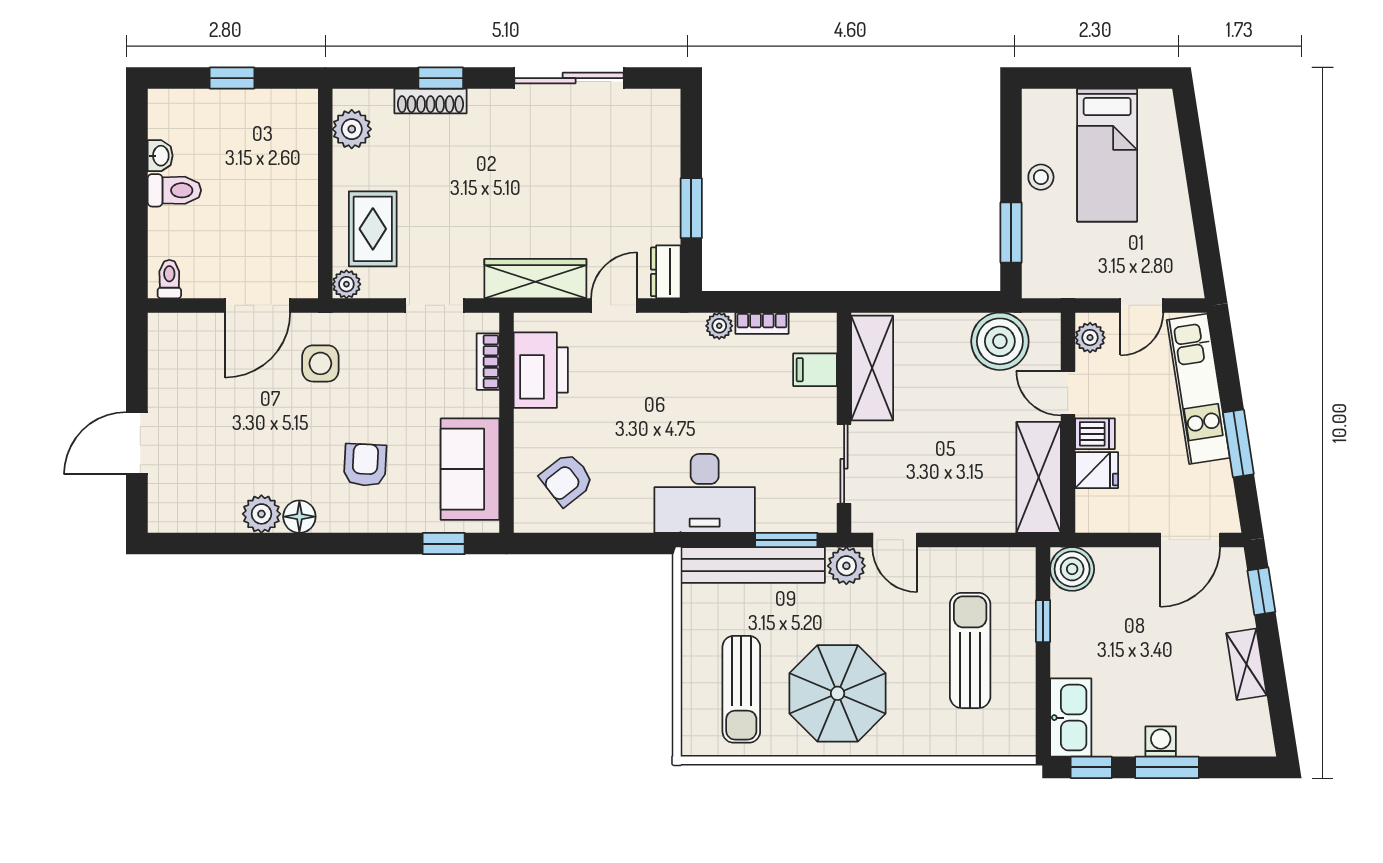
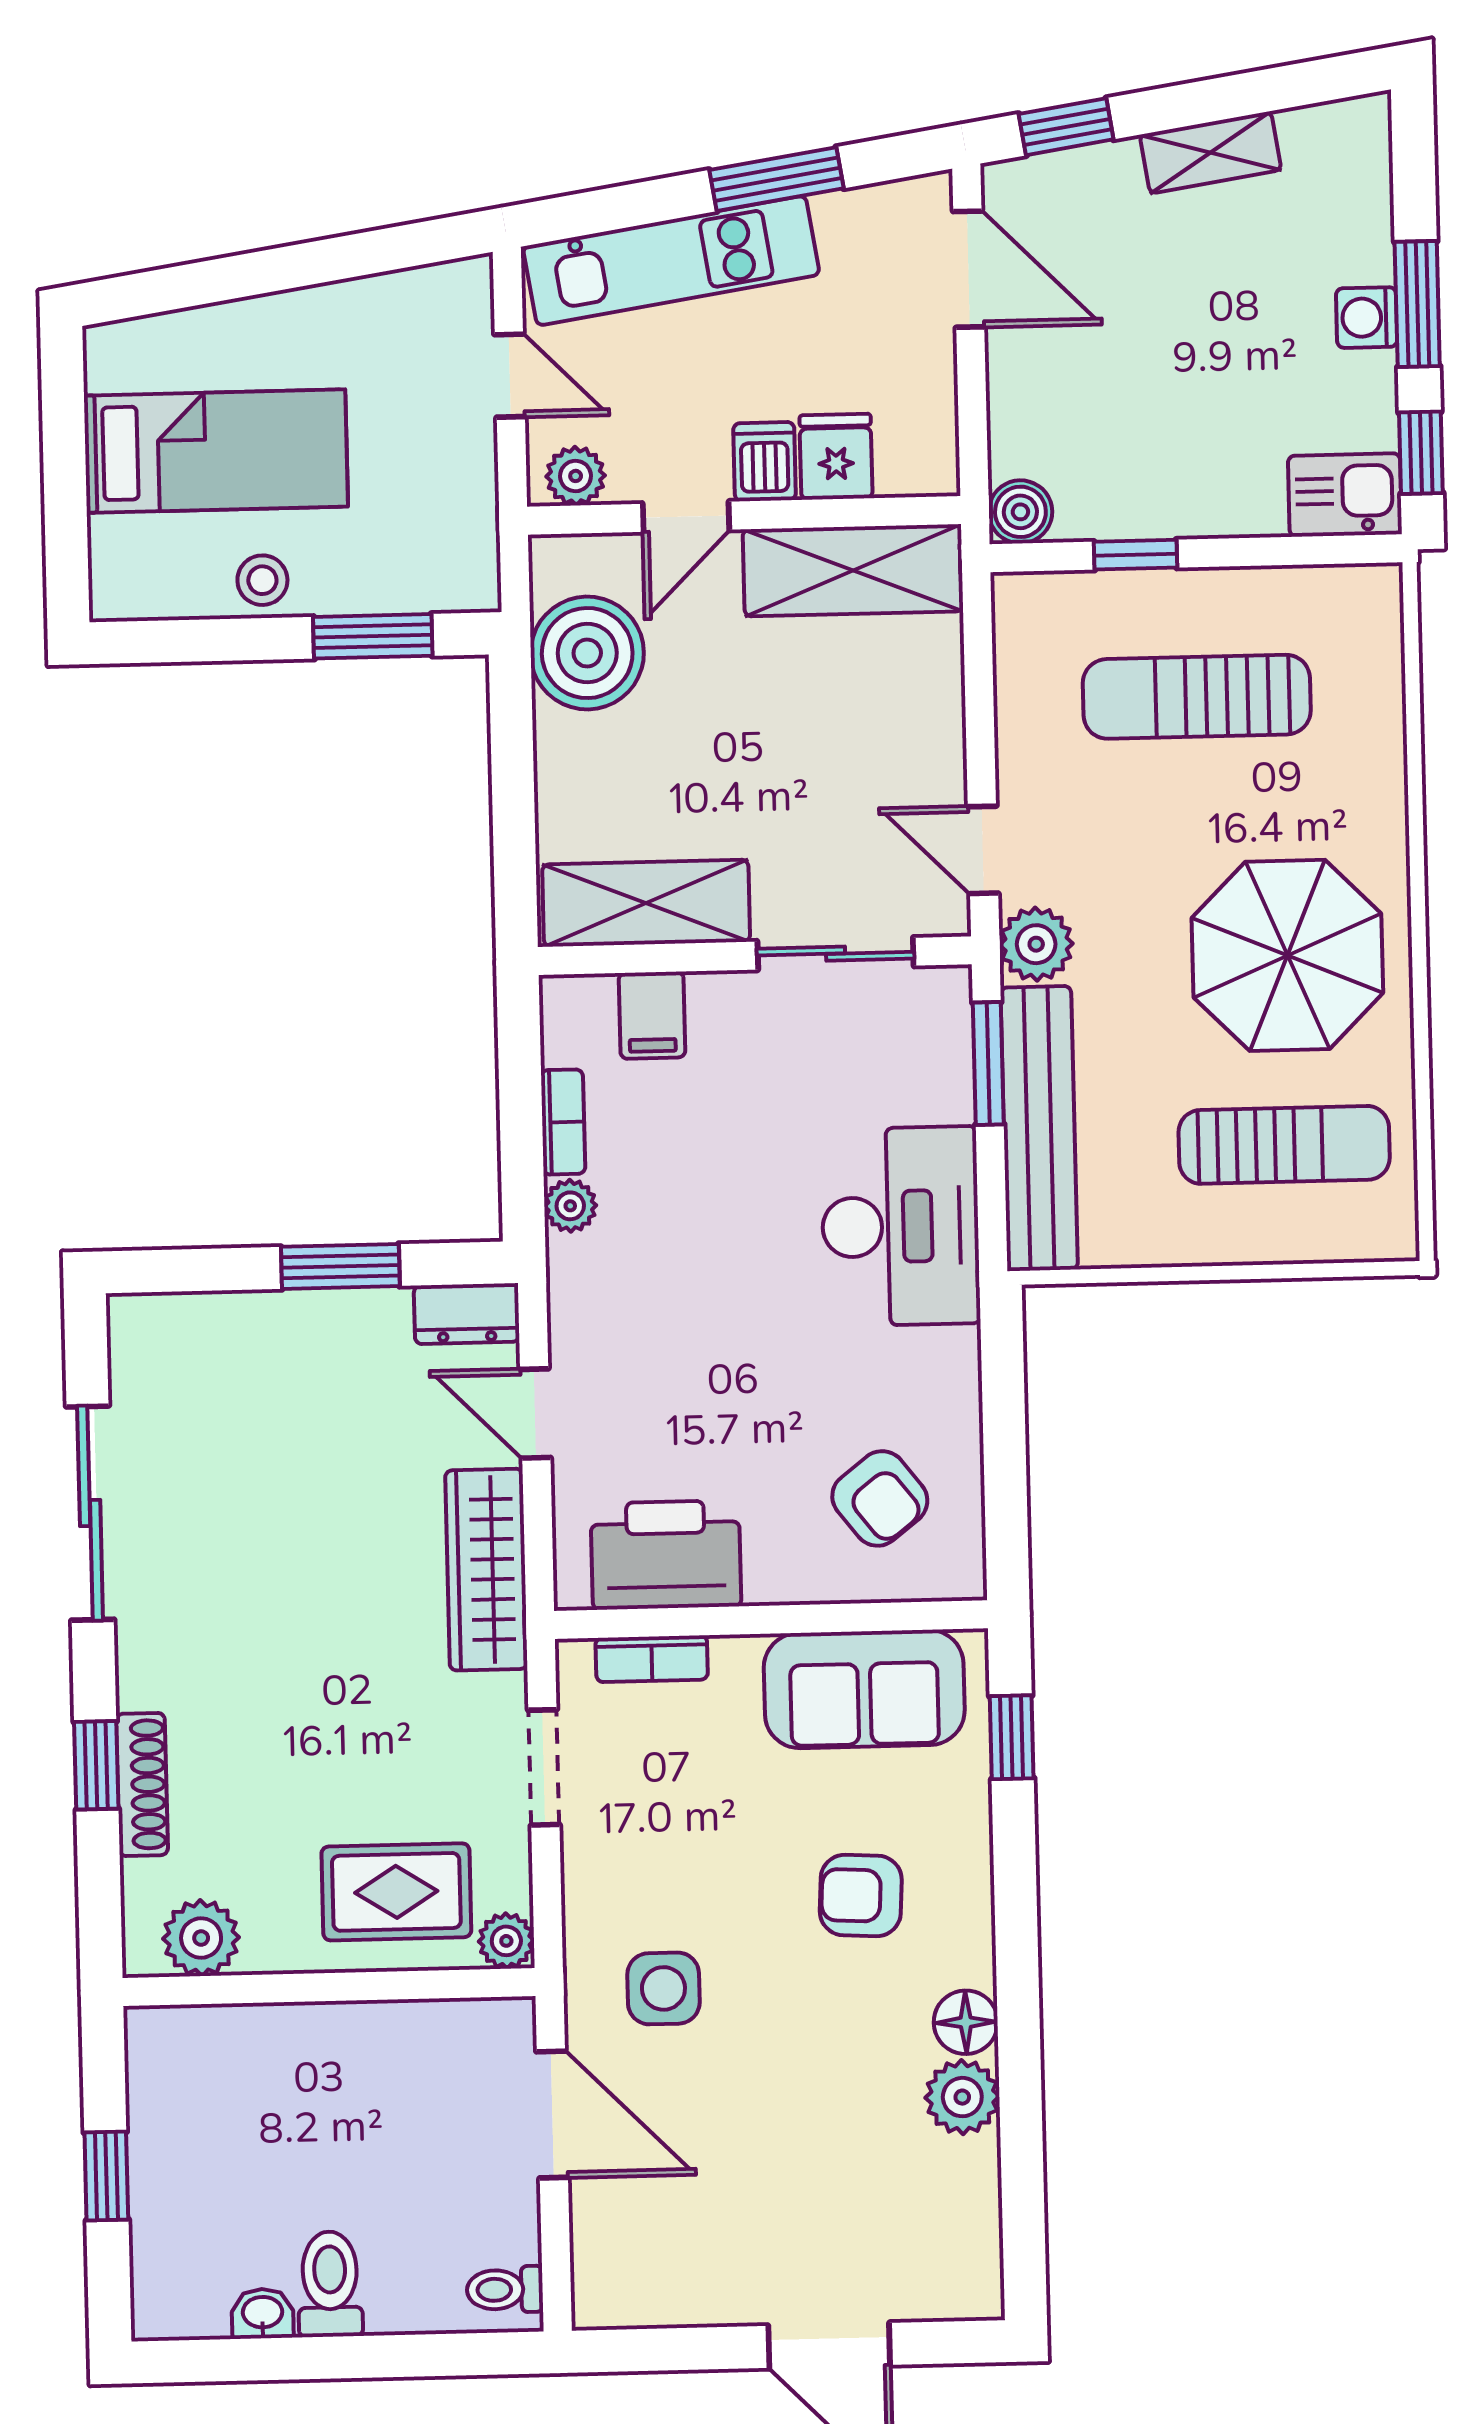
door: (895, 540) -> (983, 850), swing flipped
boiler: (1072, 569) -> (1020, 512), width x0.73, depth x0.73
kitchen sink: (1071, 718) -> (1345, 495), width x0.73

